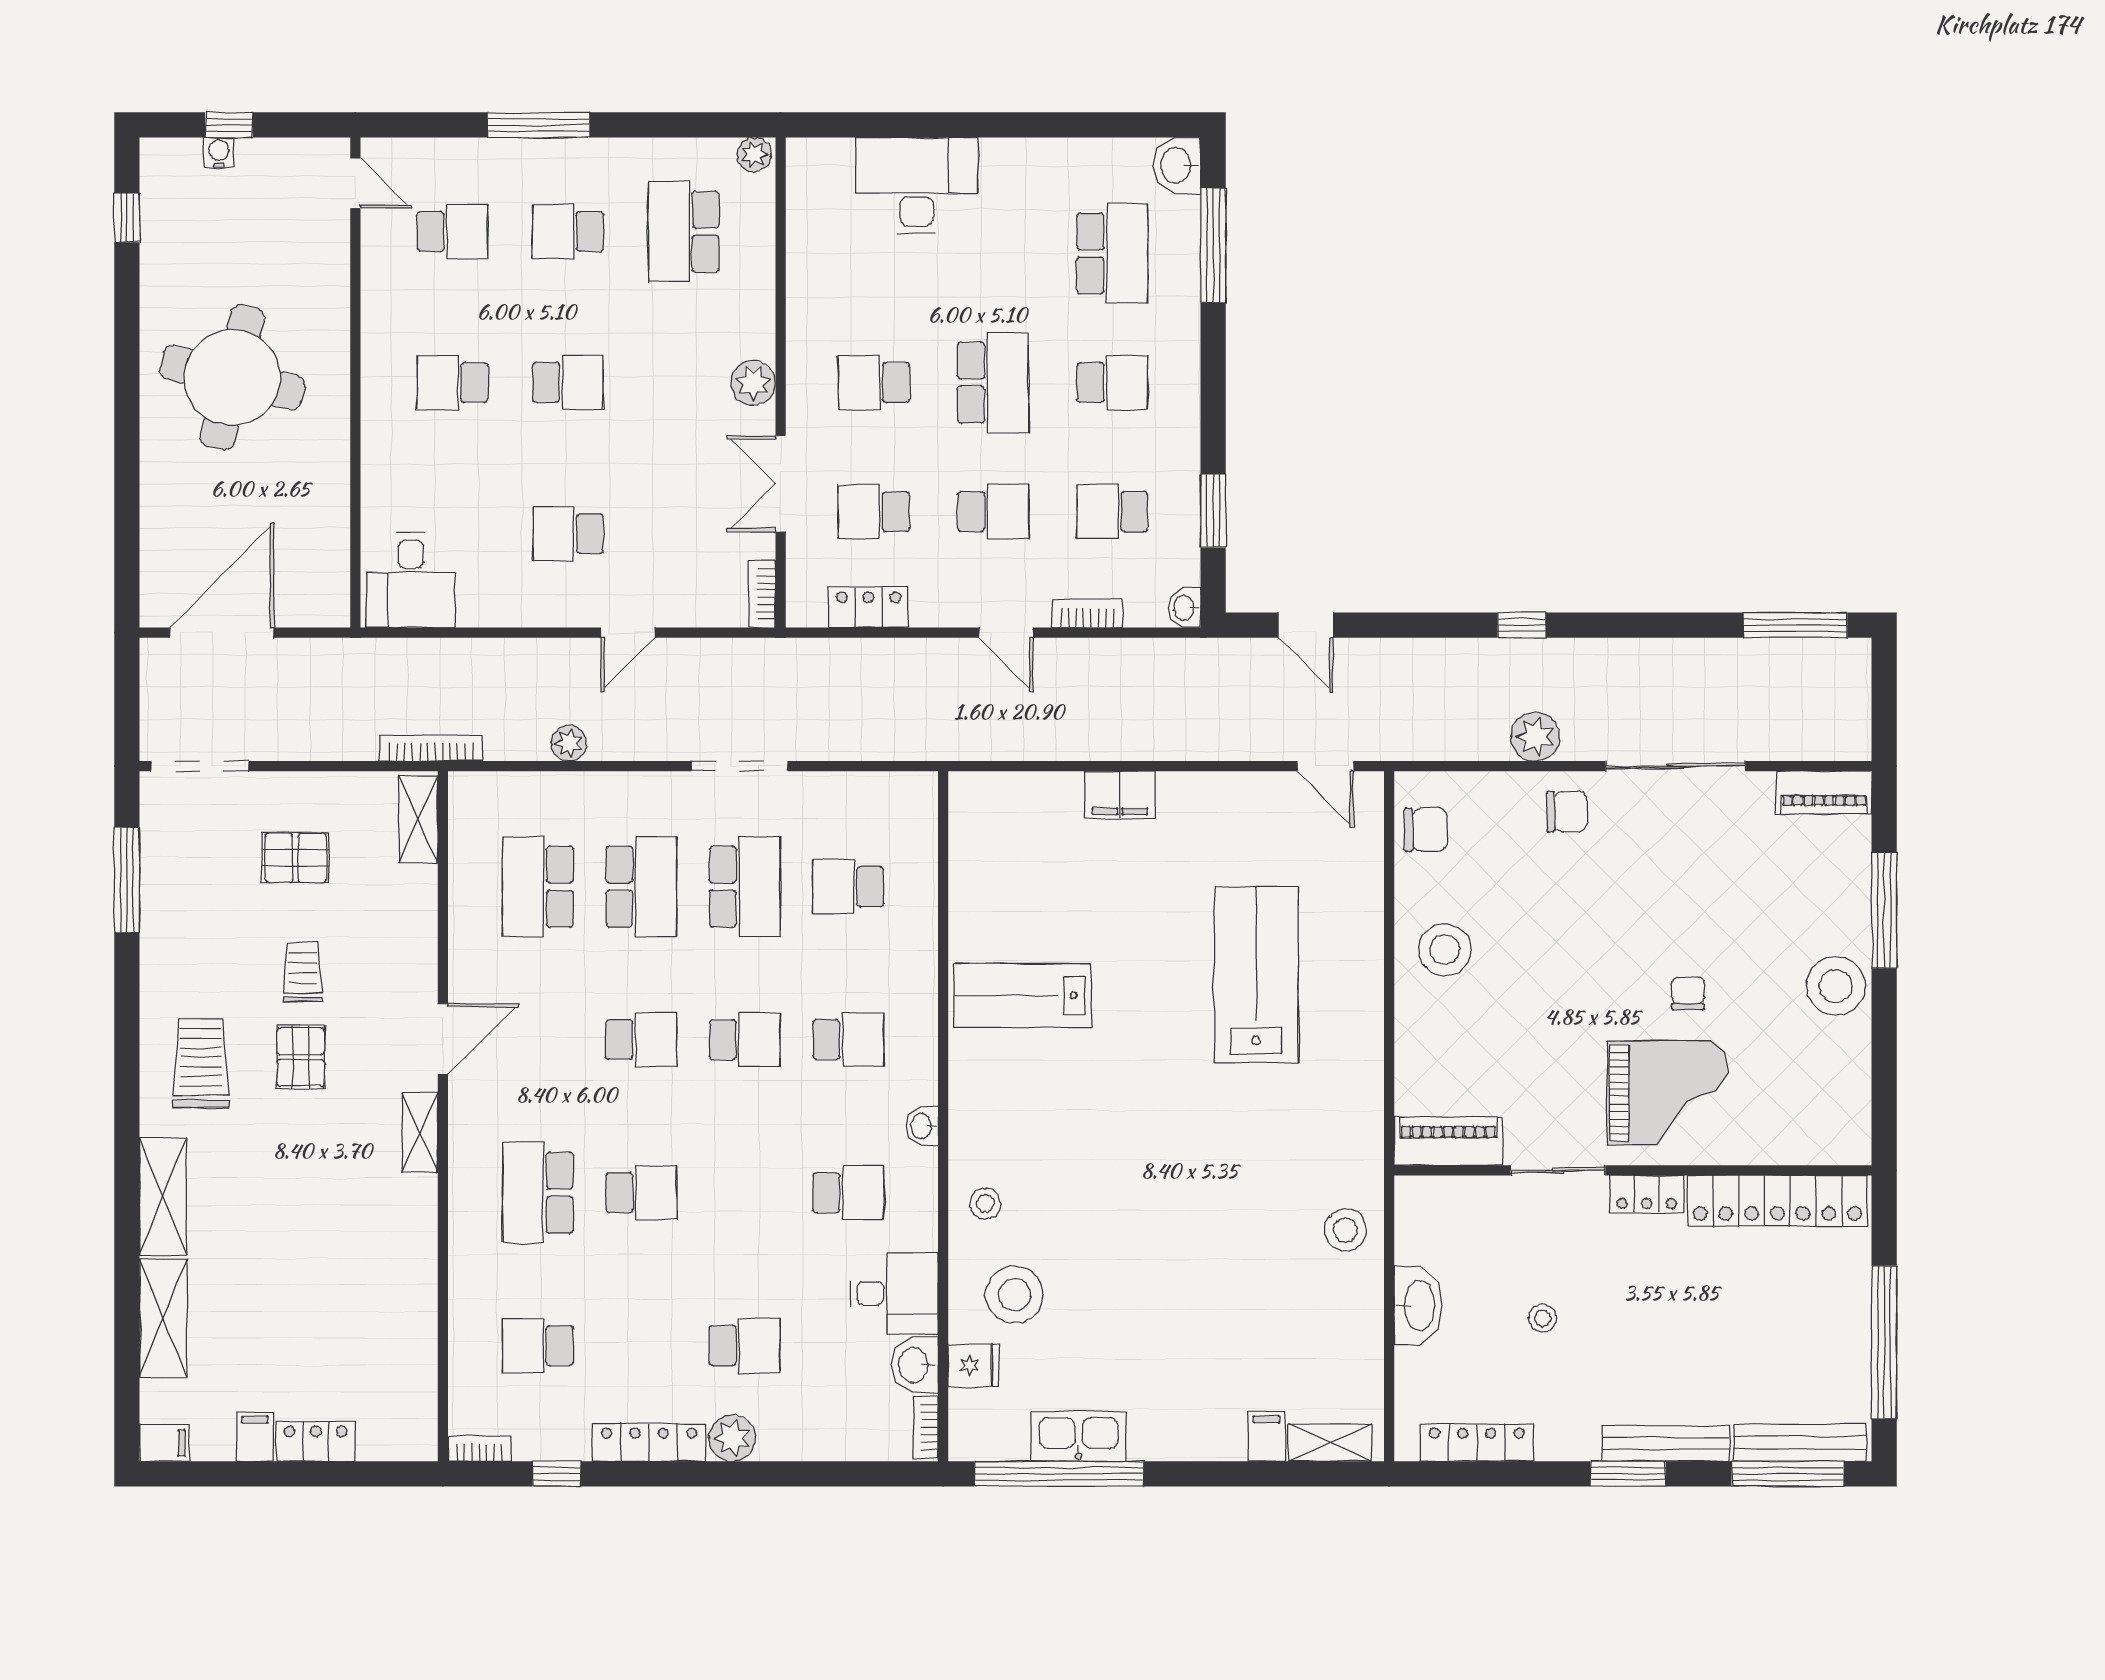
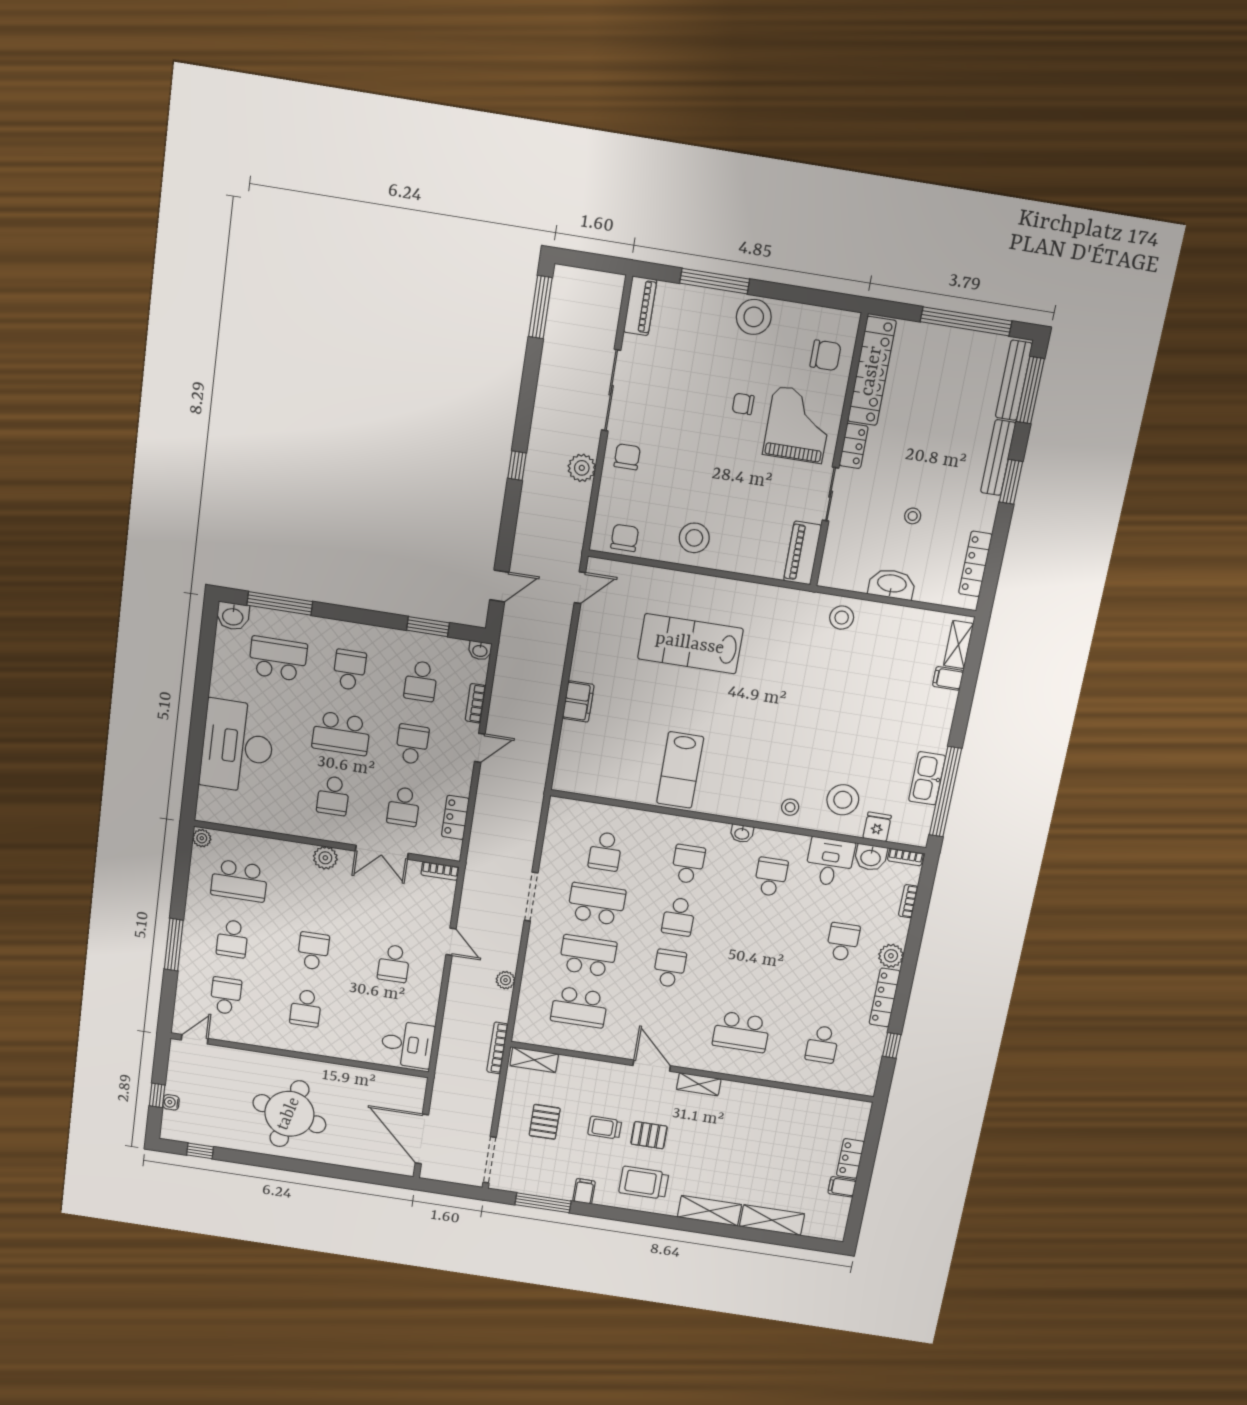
desk: (917, 185) -> (237, 746), width x1.36, depth x1.30
school desk: (993, 383) -> (341, 733), turned 180
school desk: (745, 1040) -> (679, 917), turned 180
chair: (1791, 1118) -> (826, 355), added
school desk: (641, 1193) -> (751, 981), removed
filing cabinet: (164, 1443) -> (584, 1191), moved
bookcase: (479, 1449) -> (908, 901), moved

